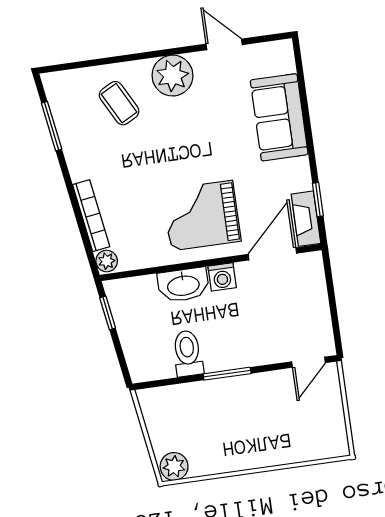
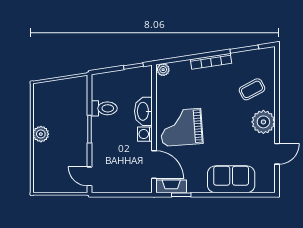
bookcase: (91, 216) -> (211, 61), moved
grand piano: (202, 216) -> (181, 127), turned -94
plant: (174, 466) -> (41, 134), moved

